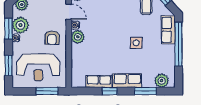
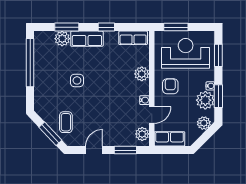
door: (69, 12) -> (152, 115), swing flipped
row of seats: (168, 30) -> (41, 95), removed
plant: (78, 37) -> (142, 74), moved
window: (179, 44) -> (30, 63), moved
row of seats: (99, 81) -> (133, 38), moved
plant: (162, 81) -> (62, 39), moved

